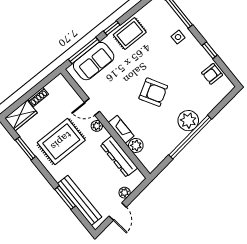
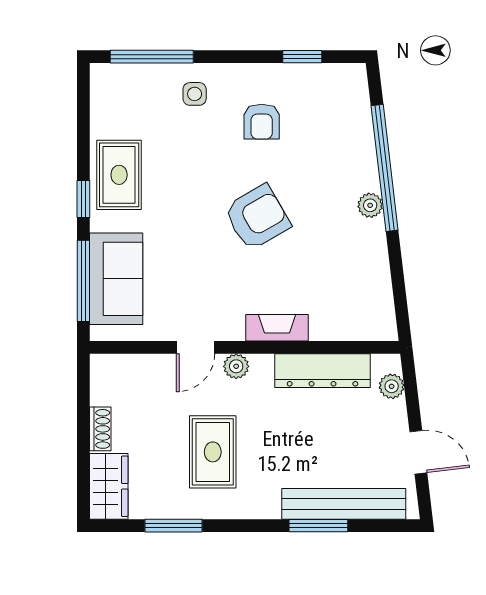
window: (210, 50) -> (302, 57), moved
armchair: (212, 74) -> (262, 122), moved
plant: (188, 121) -> (370, 205), width x0.53, depth x0.53
window: (190, 137) -> (385, 168), moved
rug: (61, 141) -> (213, 452), width x0.73, depth x0.70
plant: (136, 145) -> (327, 325), removed
plant: (125, 193) -> (392, 386), moved

